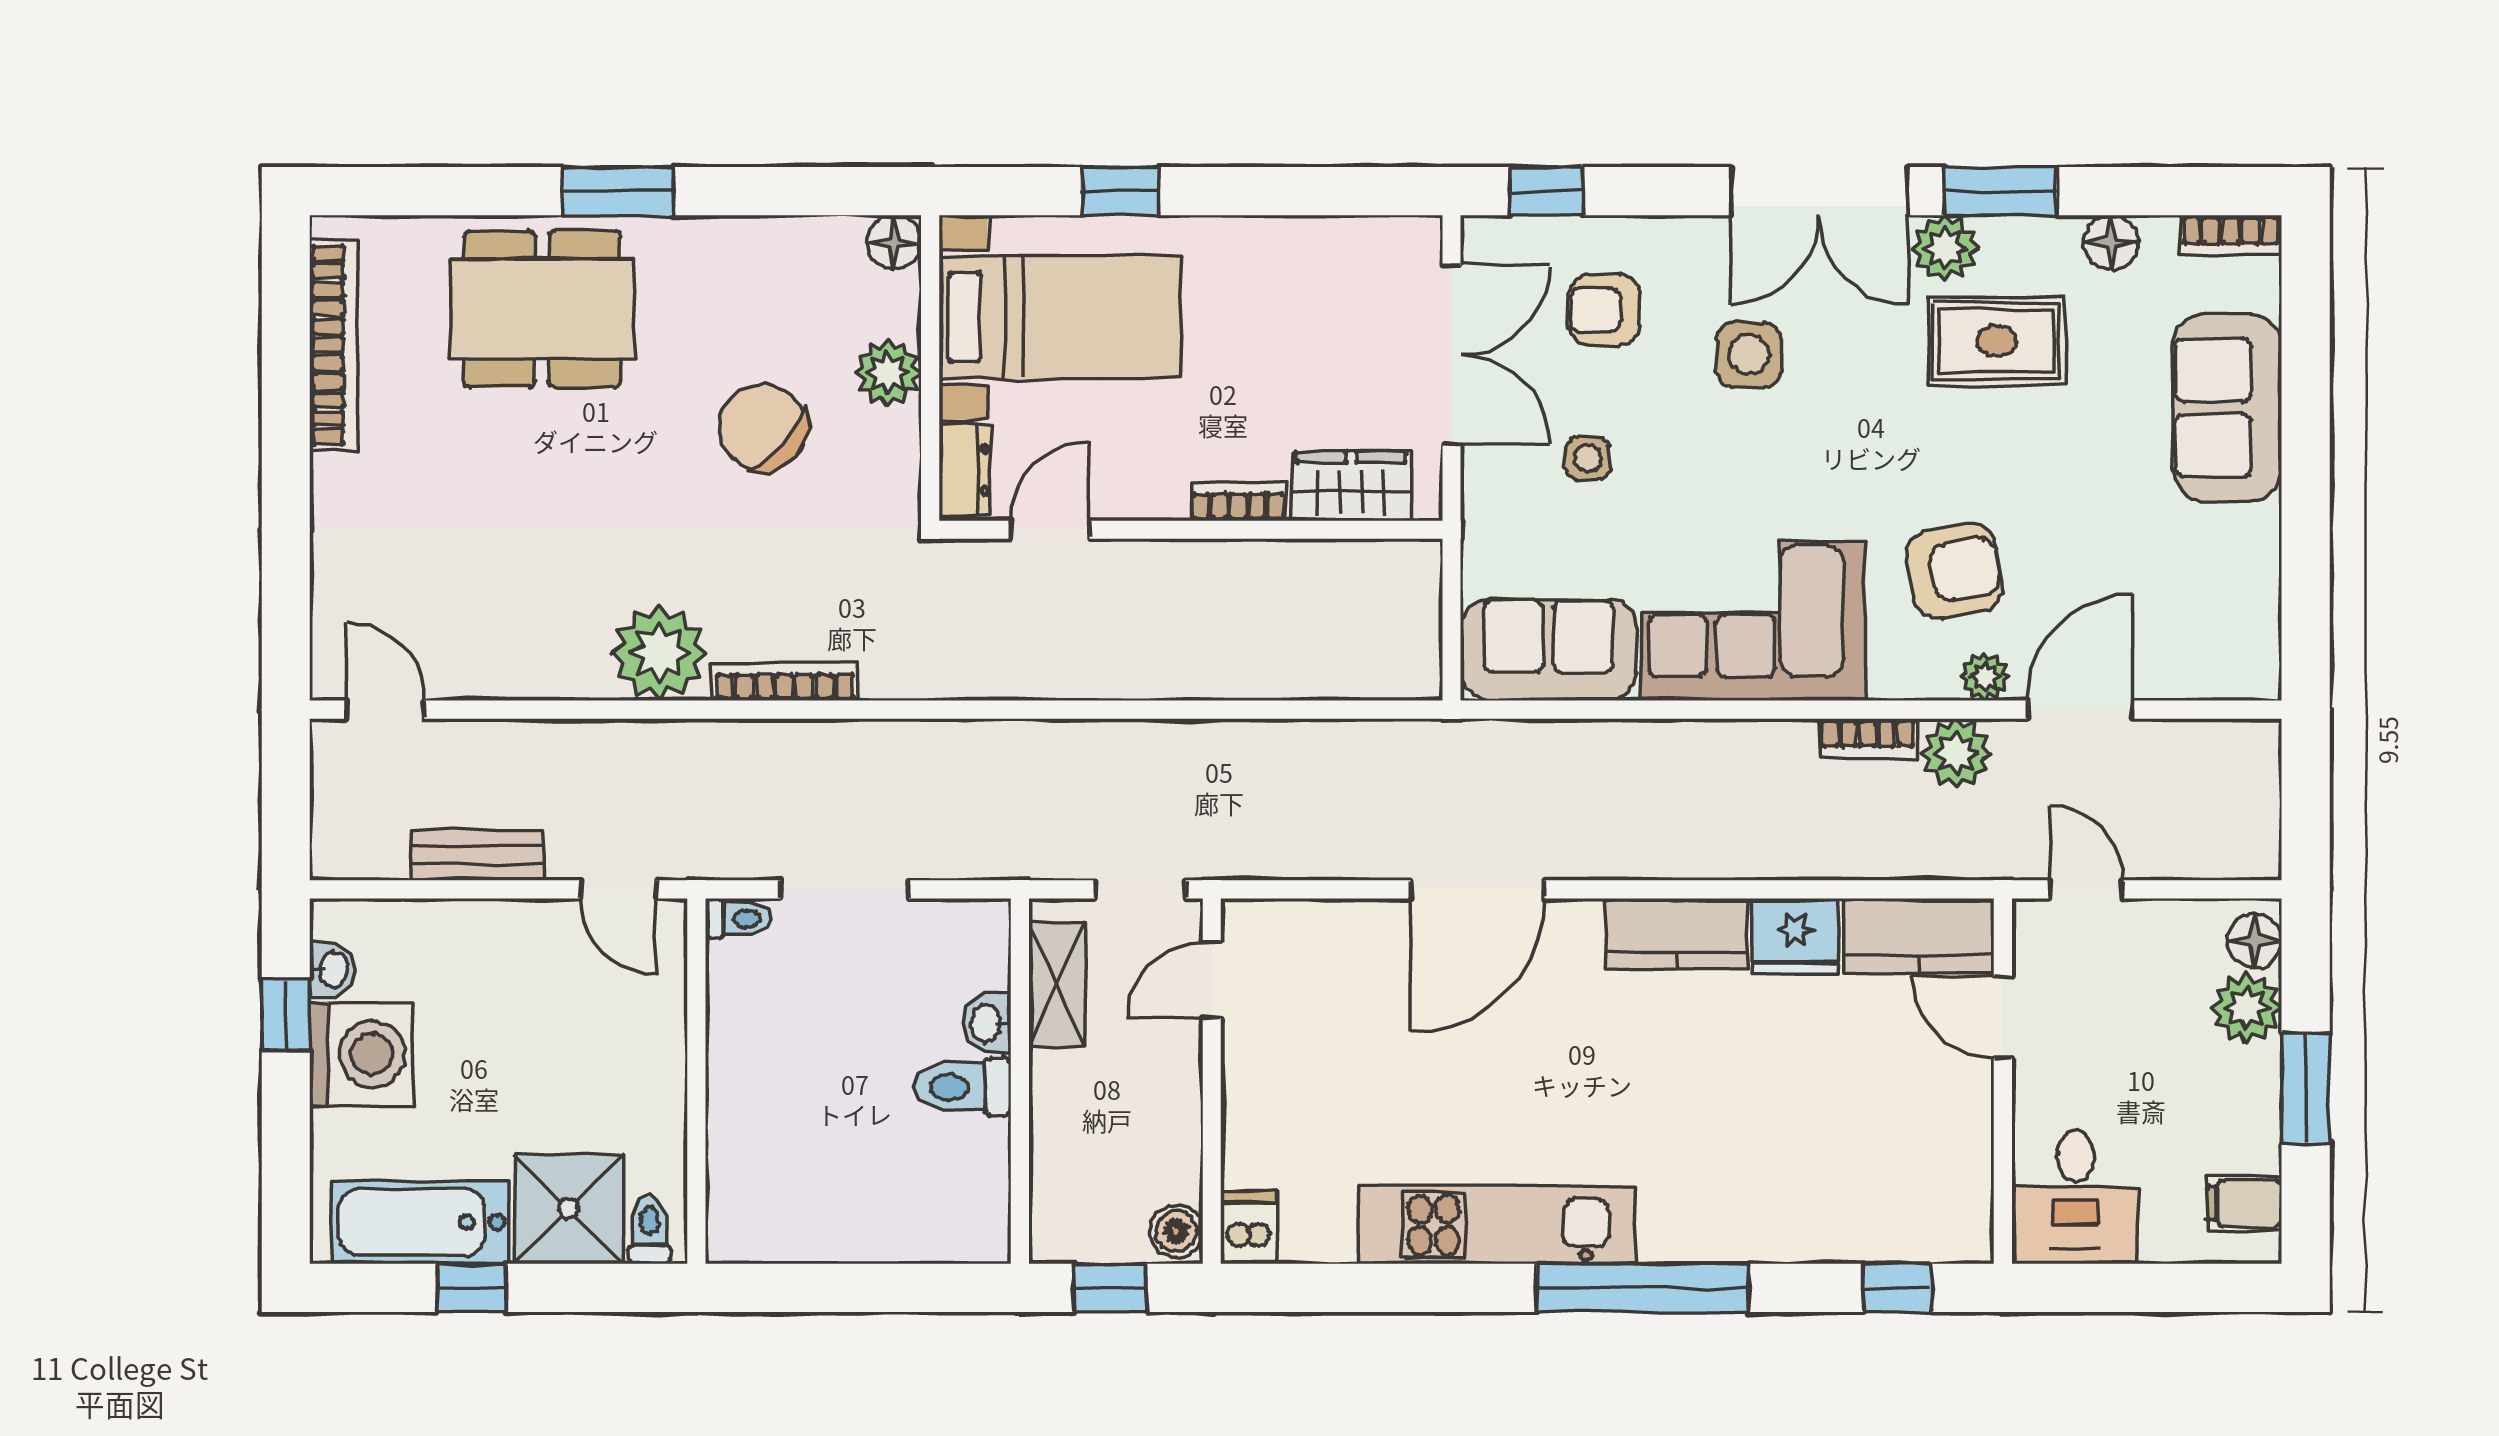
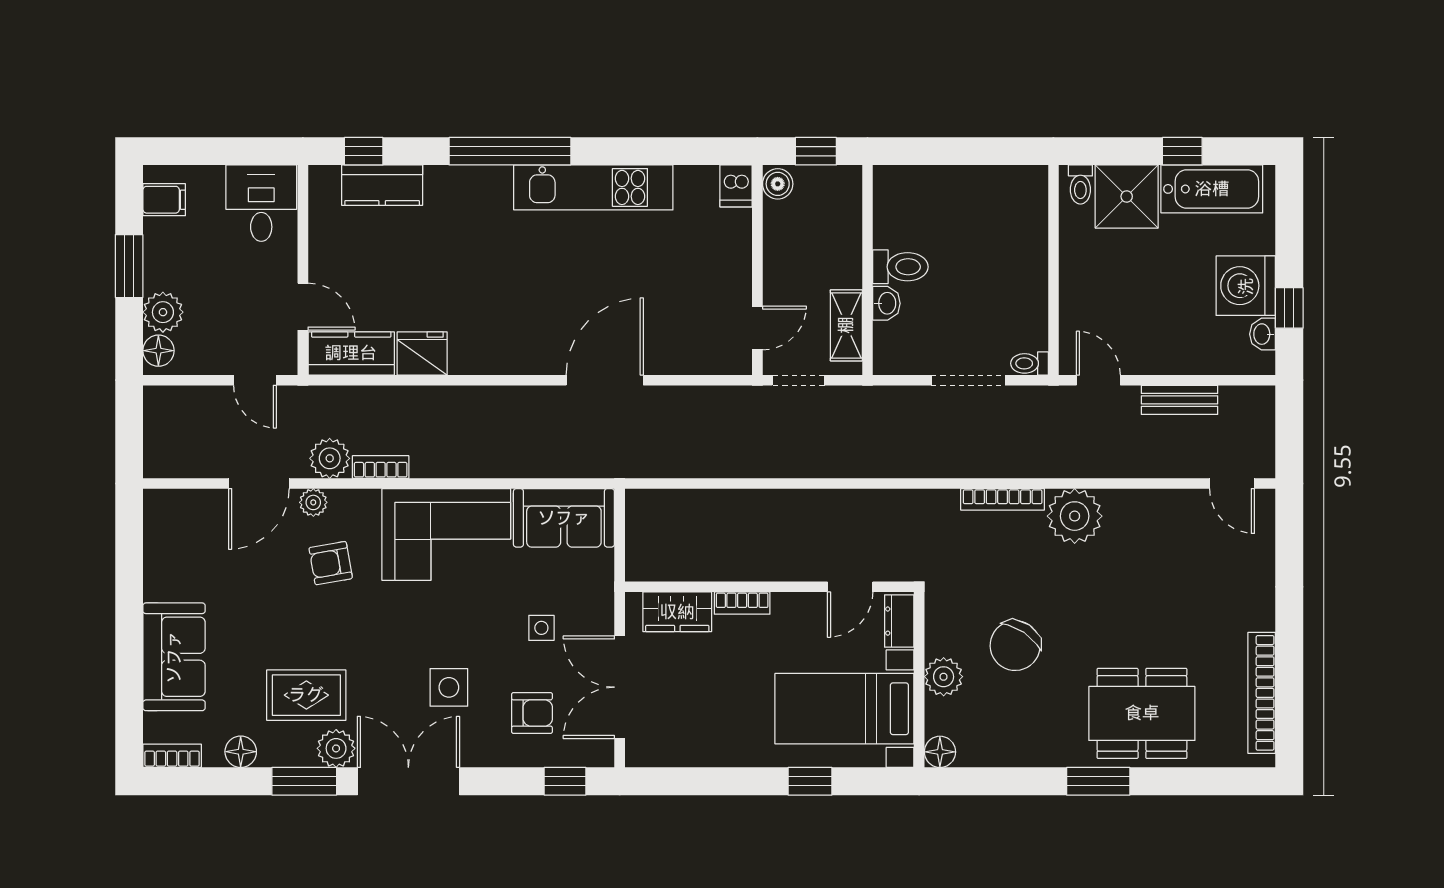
chair: (763, 427) -> (1015, 646), turned 83
armchair: (1955, 571) -> (331, 563), width x0.72, depth x0.72
kitchen counter: (1677, 934) -> (382, 185), moved, turned 180

